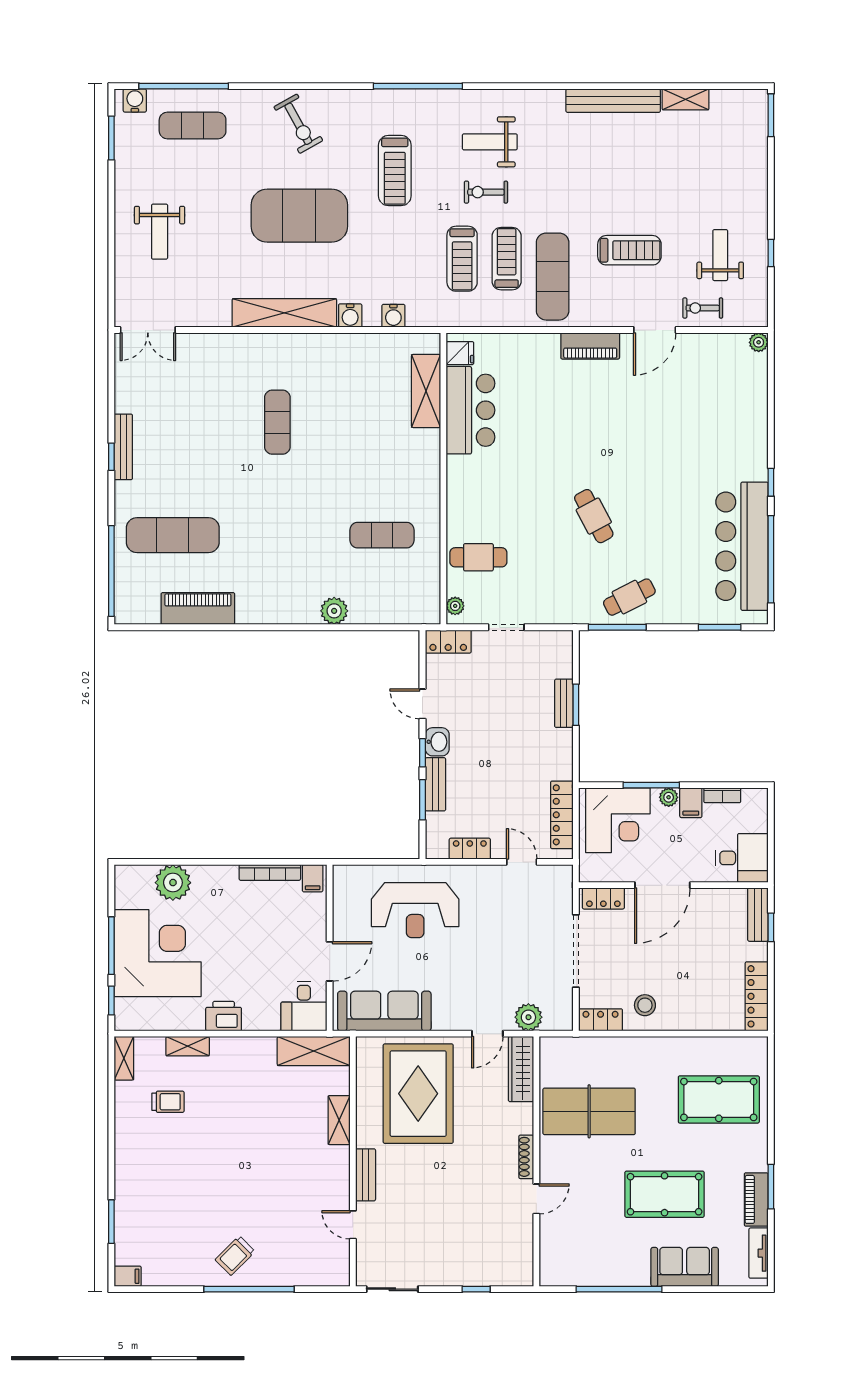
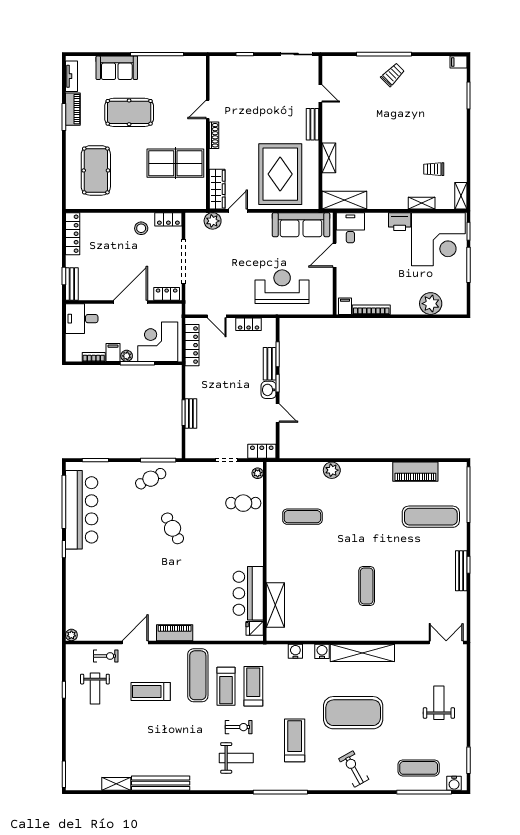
corner desk: (158, 953) -> (438, 239), moved, turned -90
pool table: (719, 1099) -> (96, 170), turned 90

